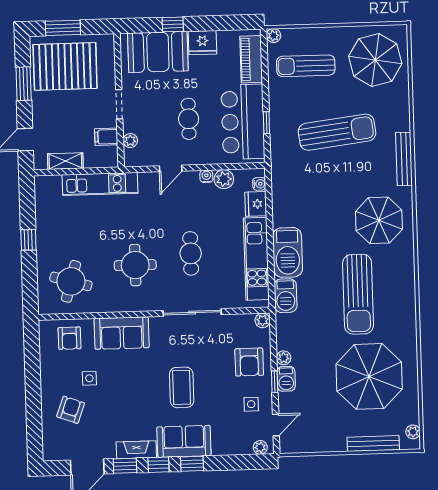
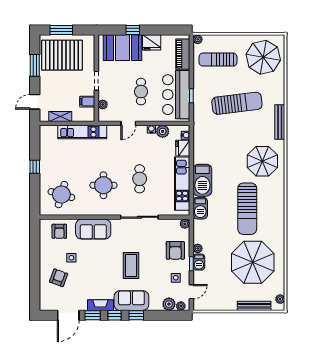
plant: (242, 445) -> (169, 304), added

